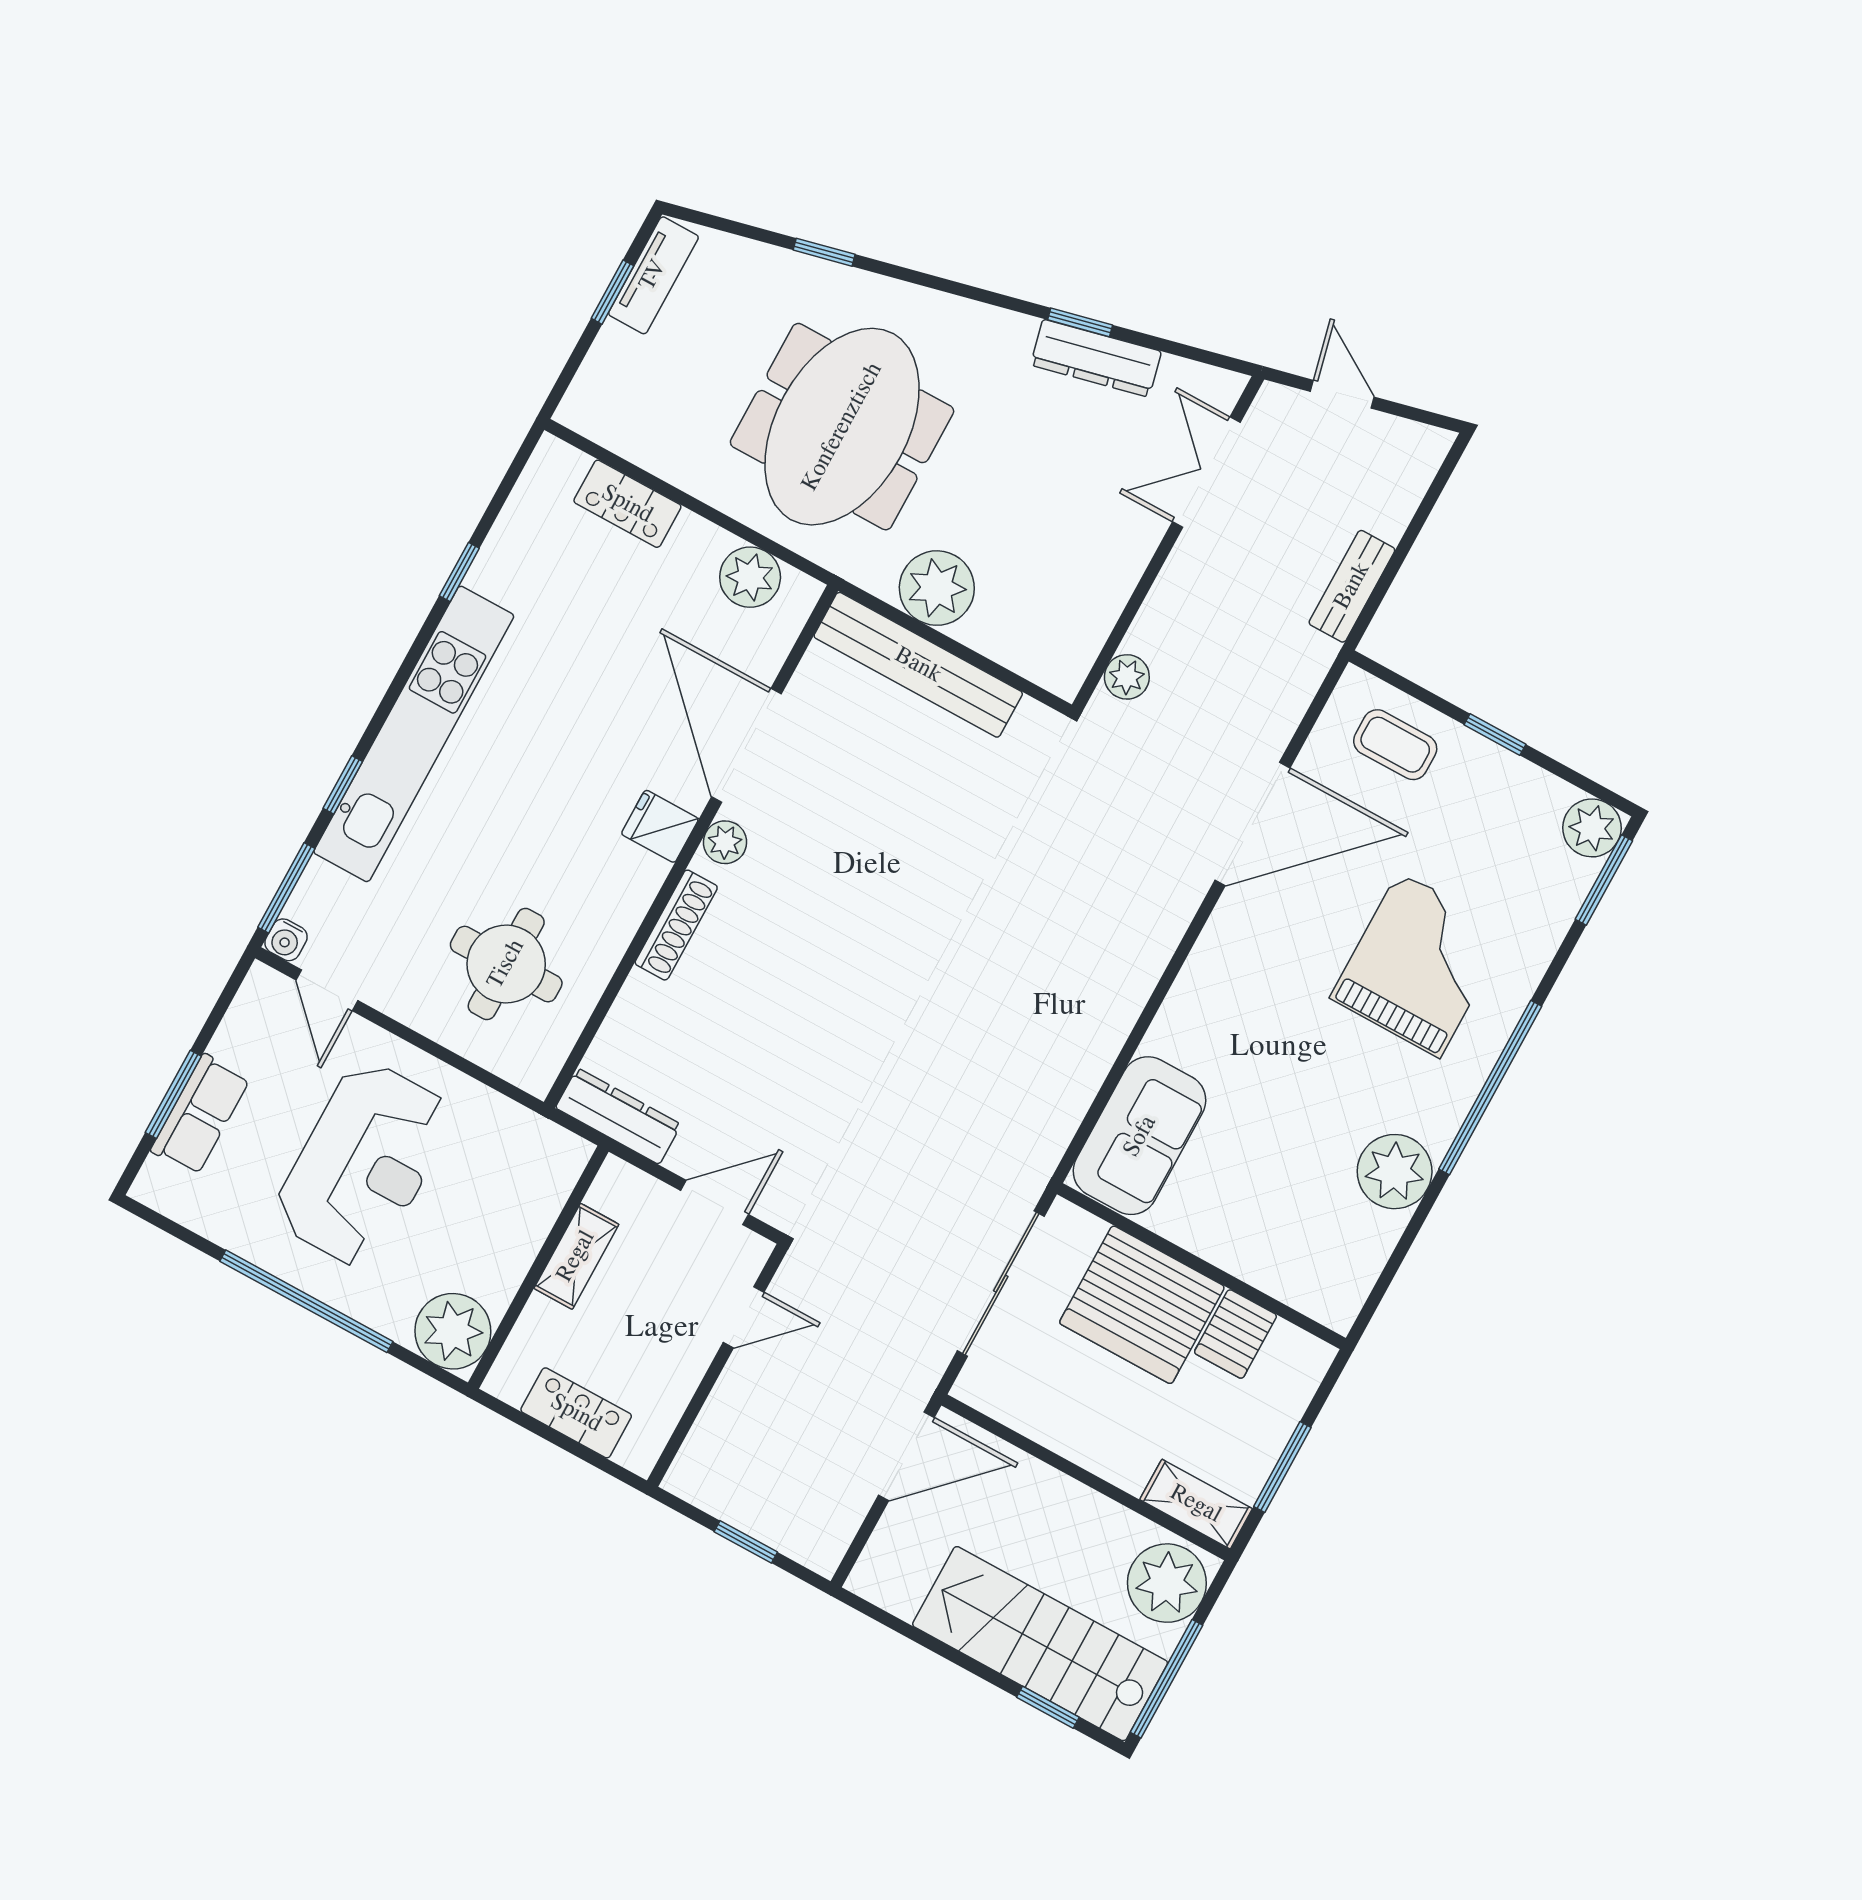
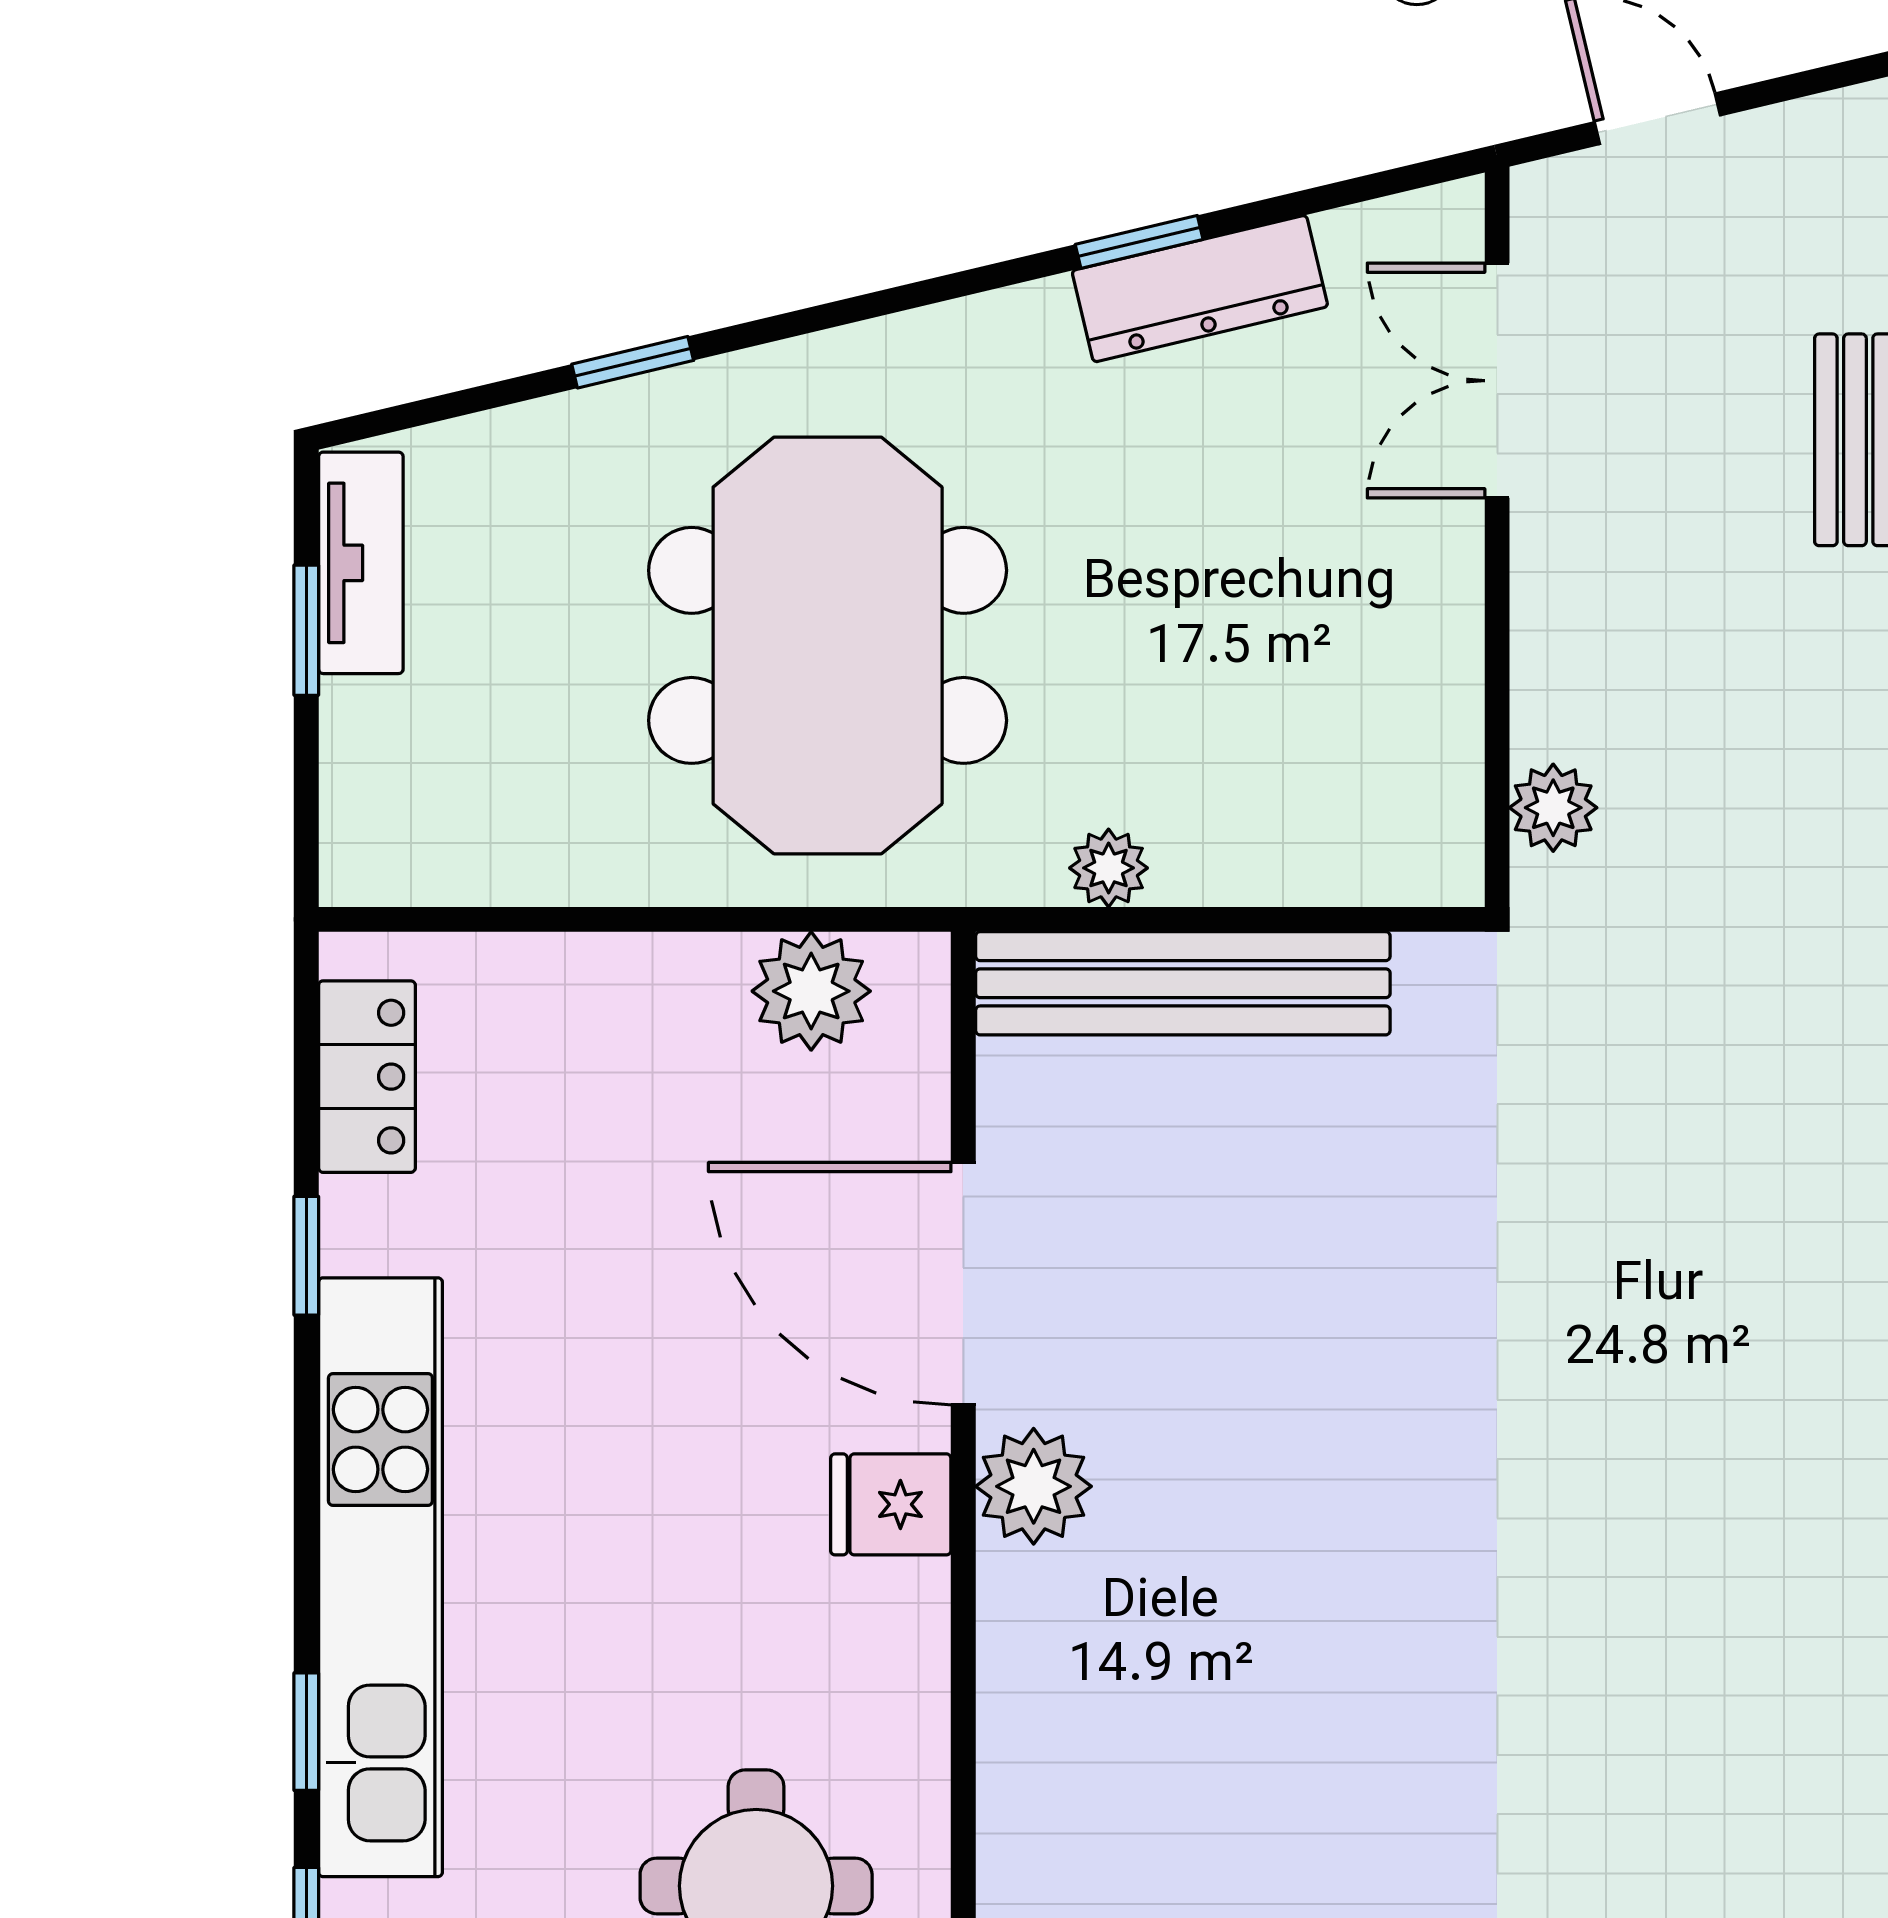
locker: (627, 504) -> (367, 1077), moved, turned -90
plant: (937, 588) -> (1109, 868), width x0.53, depth x0.53
plant: (725, 842) -> (1034, 1486), width x1.38, depth x1.38
shoe rack: (676, 925) -> (1012, 1659), removed

